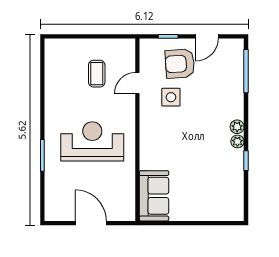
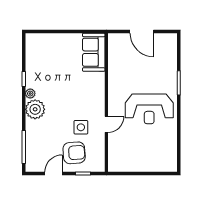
coffee table: (97, 74) -> (137, 145), removed
door: (137, 83) -> (106, 124), moved
plant: (237, 127) -> (35, 109), width x1.88, depth x1.88
reception desk: (92, 141) -> (149, 109), moved

